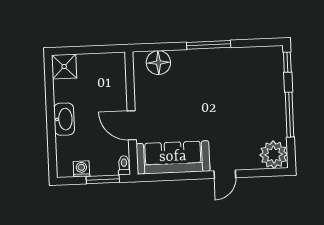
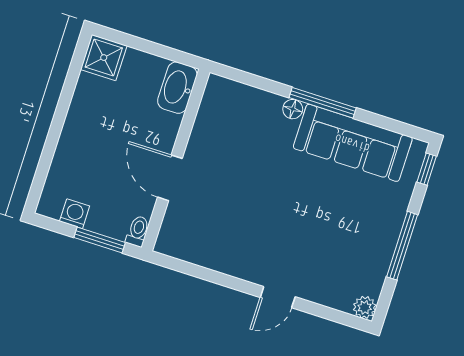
floor lamp: (158, 63) -> (293, 109), moved, width x0.53, depth x0.53
washbasin: (64, 119) -> (177, 88), moved, turned 180
plant: (274, 155) -> (365, 307), width x0.53, depth x0.53
sofa: (173, 157) -> (353, 143), moved, turned 180

